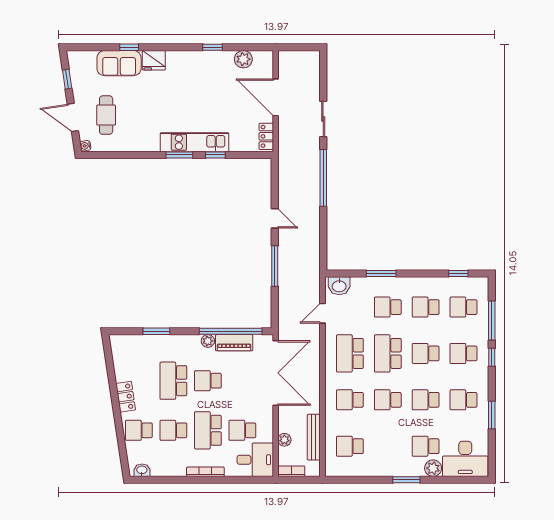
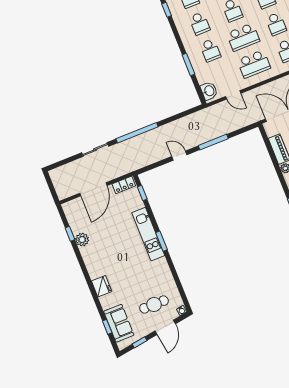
window: (129, 47) -> (107, 327), moved
window: (212, 47) -> (70, 234), moved
plant: (243, 59) -> (82, 240), moved
sofa: (119, 63) -> (119, 323), moved
window: (215, 155) -> (142, 193), moved
door: (275, 218) -> (179, 156), hinge flipped
window: (231, 331) -> (272, 155), removed

